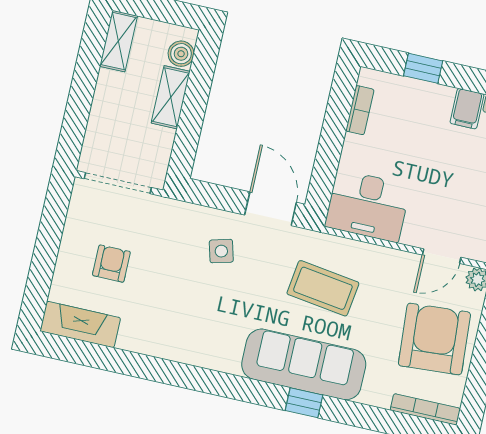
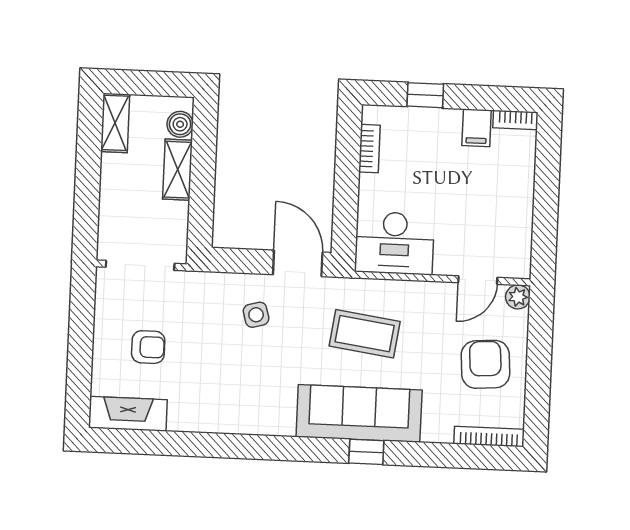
armchair: (111, 264) -> (148, 347), turned 90
armchair: (434, 339) -> (485, 364), width x0.73, depth x0.73

